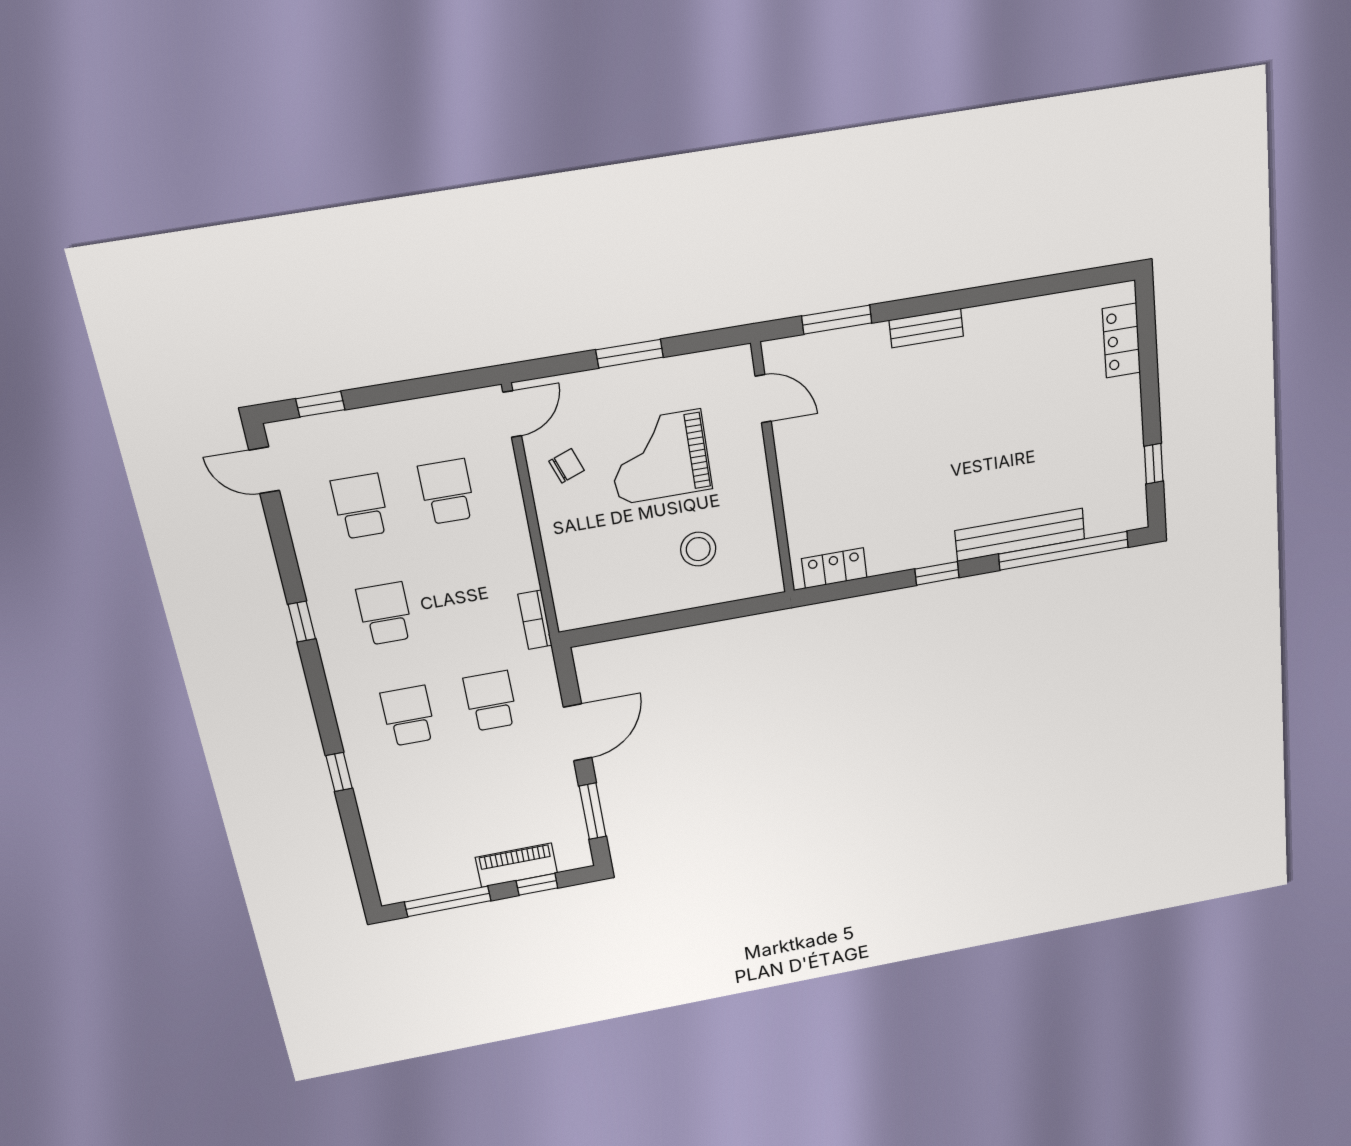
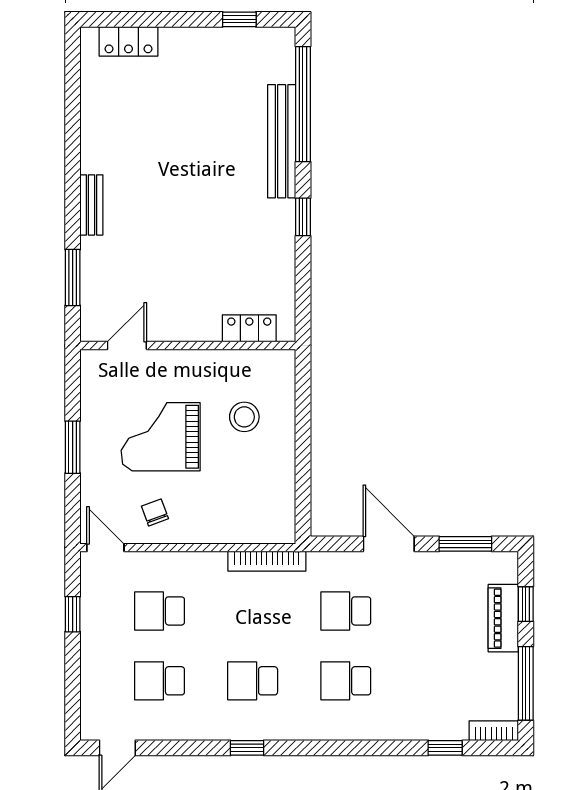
window: (320, 404) -> (73, 614), moved
grand piano: (659, 457) -> (161, 437), turned 90
locker: (834, 568) -> (249, 328), moved, turned 90
bookcase: (535, 620) -> (267, 561), width x1.56
window: (339, 772) -> (445, 748), moved
bookcase: (386, 880) -> (494, 731), added

